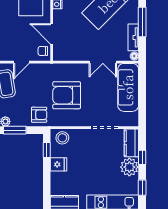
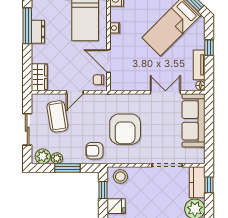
window: (142, 22) -> (209, 48), width x0.46
double door: (103, 62) -> (165, 92), swing flipped
armchair: (67, 95) -> (125, 129), turned -90
armchair: (39, 115) -> (94, 151), turned 180
window: (142, 157) -> (209, 185), moved

